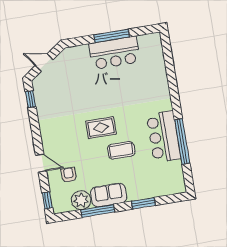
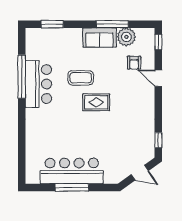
bar counter: (114, 53) -> (72, 171), width x1.36
window: (143, 203) -> (52, 24), moved

